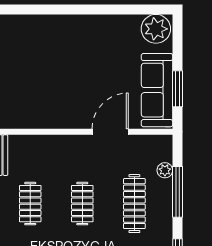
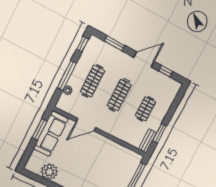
plant: (156, 29) -> (49, 172), moved
clothes rail: (82, 204) -> (119, 95), width x1.36

